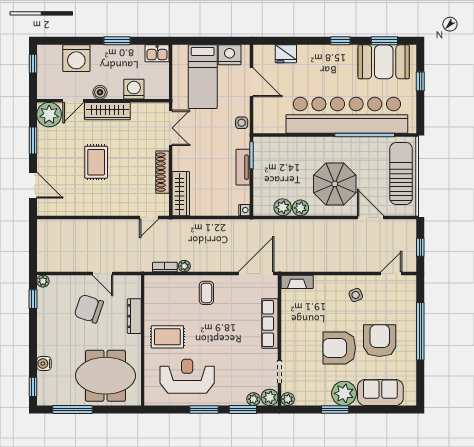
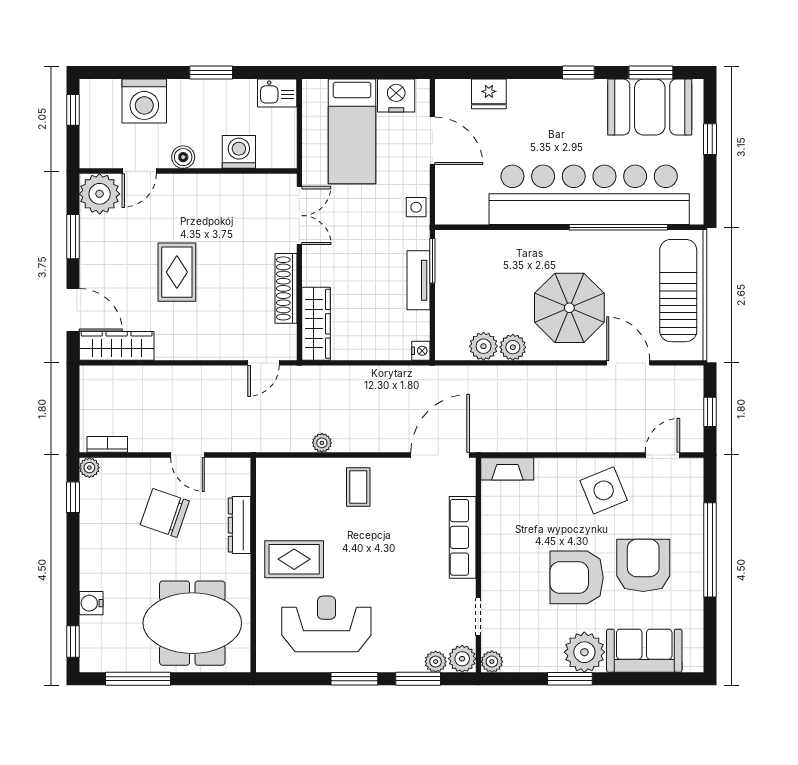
wardrobe: (107, 111) -> (117, 346), moved, turned 180
bookcase: (165, 267) -> (107, 444), moved
side table: (356, 295) -> (604, 490), width x1.87, depth x1.87

